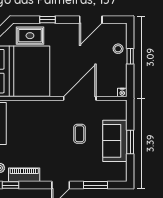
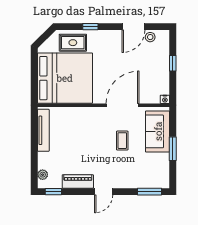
stool: (118, 49) -> (150, 37), moved
sofa: (115, 141) -> (158, 131), moved
piano: (24, 175) -> (78, 181), moved
window: (96, 185) -> (150, 192), moved

